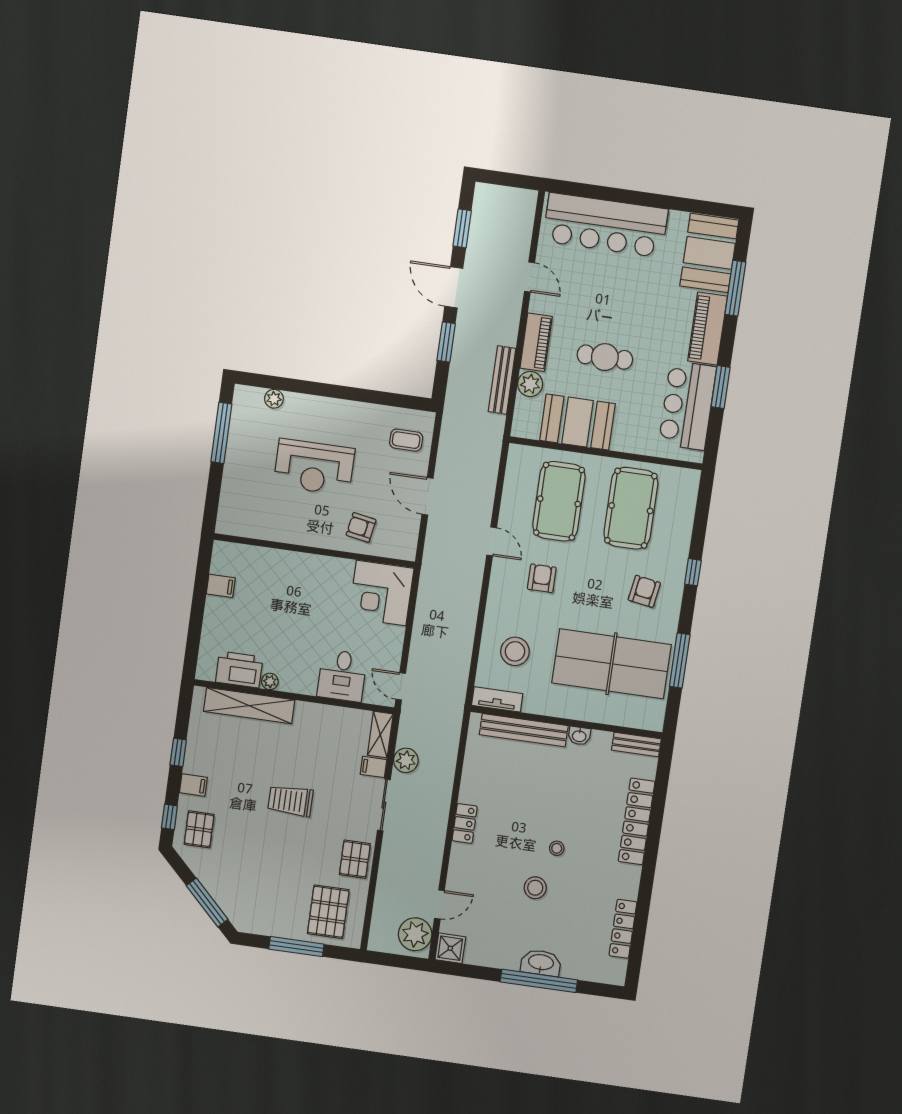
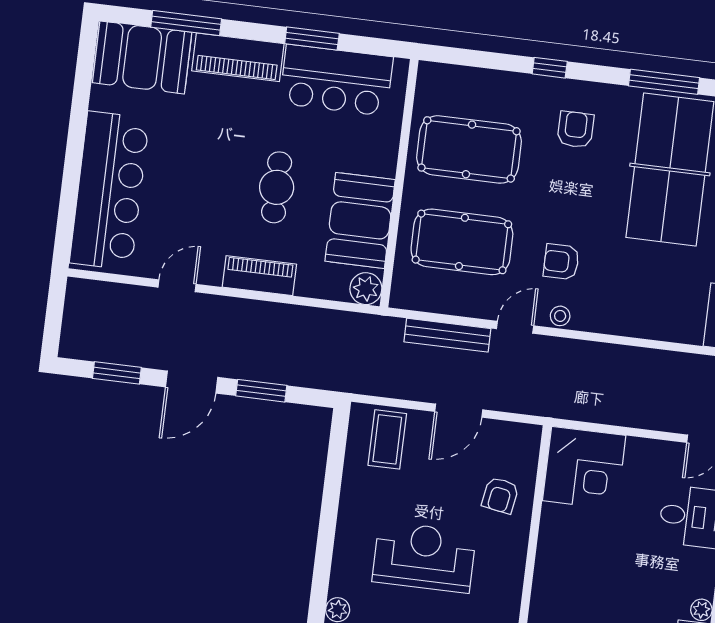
bench: (502, 380) -> (447, 335), moved
plant: (530, 384) -> (366, 289), moved
coffee table: (406, 440) -> (387, 439), width x1.36, depth x1.30
reception desk: (314, 467) -> (424, 557), turned -90
armchair: (644, 591) -> (576, 130), turned 81
stool: (515, 651) -> (560, 316), moved, width x0.53, depth x0.53

